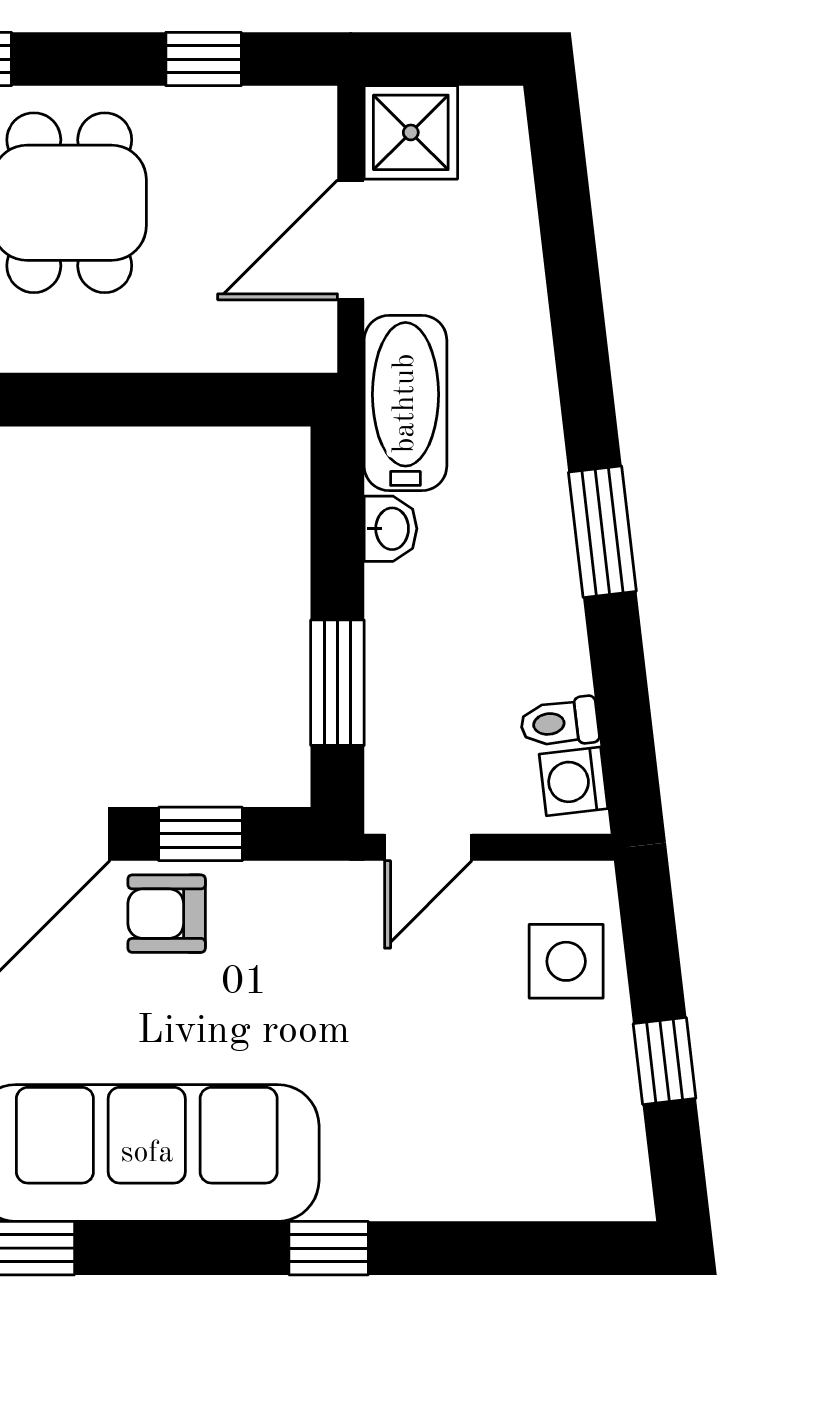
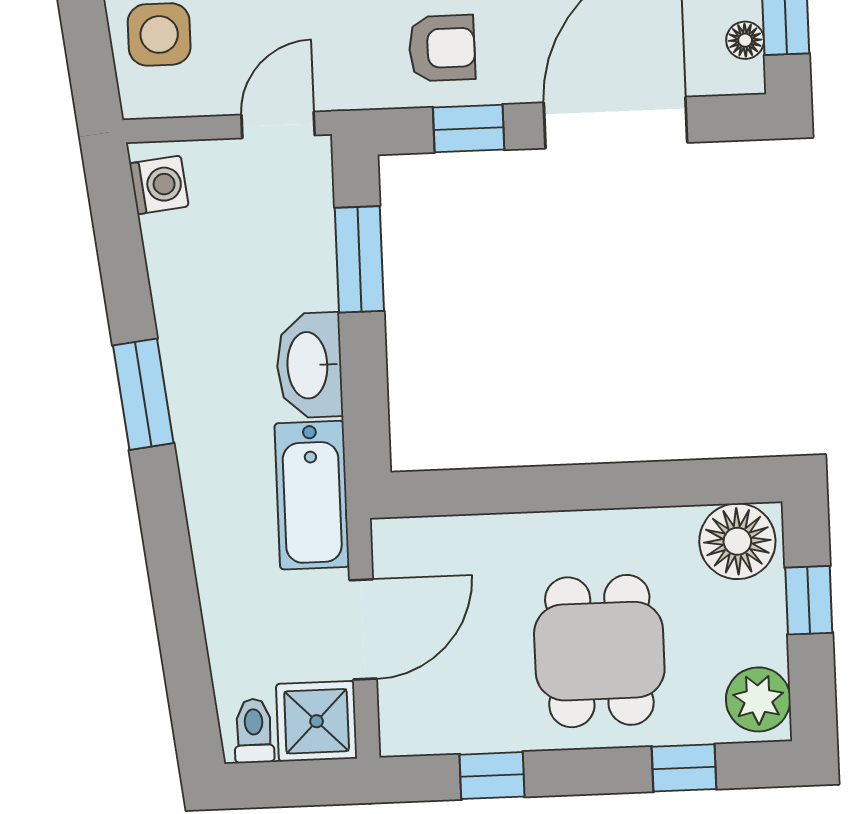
washbasin: (391, 529) -> (309, 365), width x1.91, depth x1.45
toilet: (559, 723) -> (254, 731), moved, turned -83
armchair: (167, 914) -> (442, 48), moved

